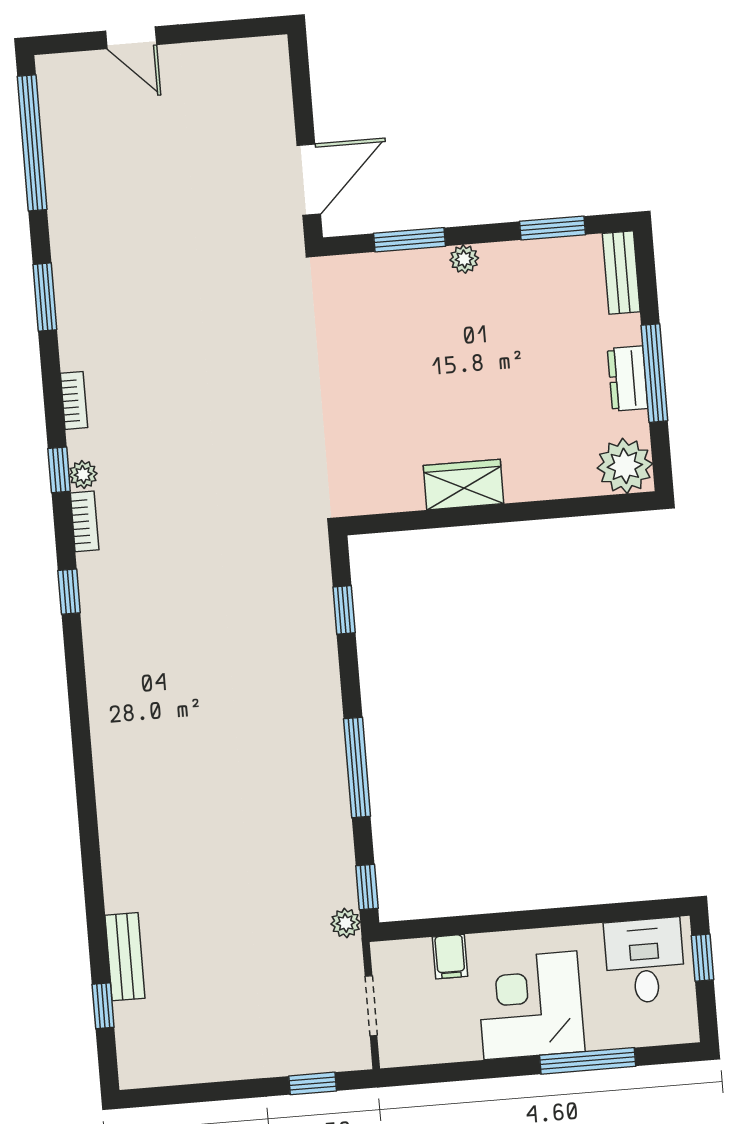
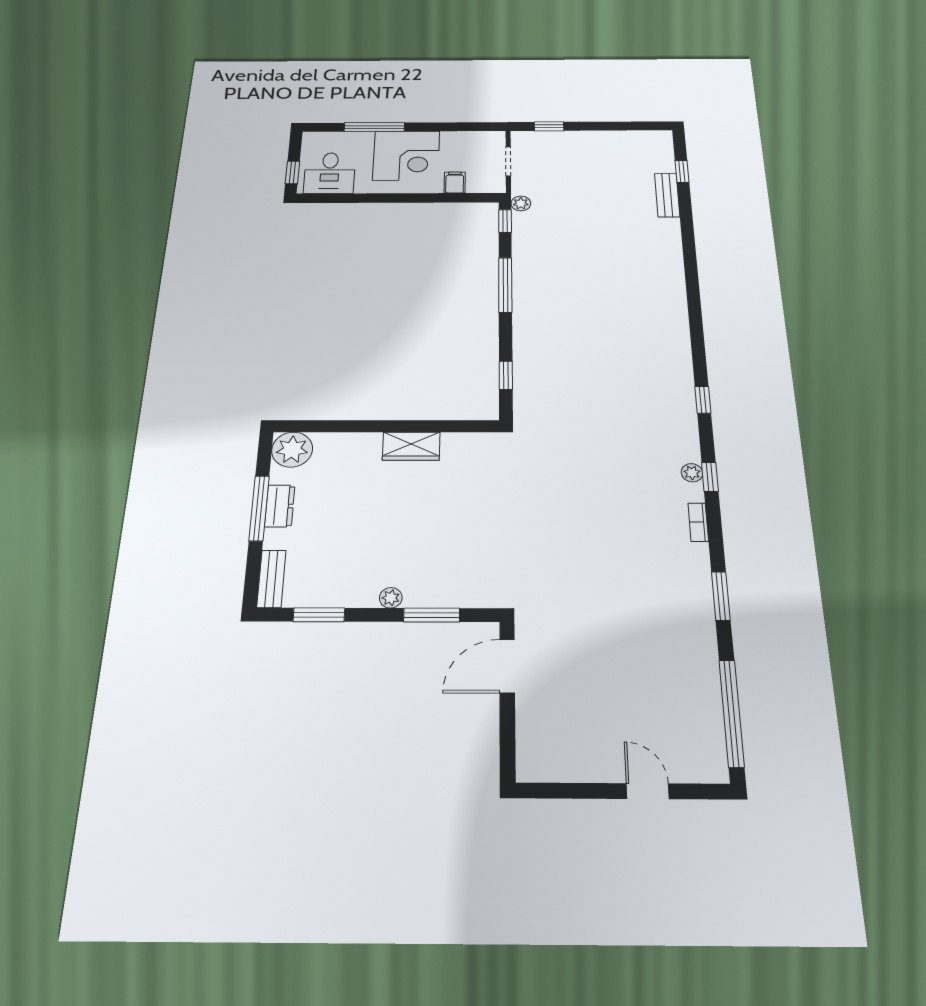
bookcase: (85, 521) -> (691, 443), removed

